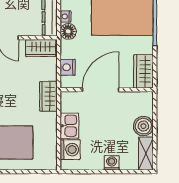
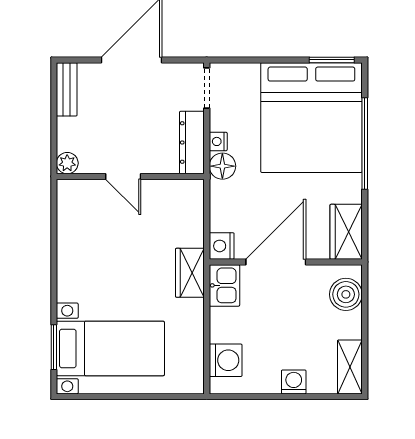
wardrobe: (41, 48) -> (177, 193), removed
nightstand: (68, 67) -> (222, 246), moved
kitchen sink: (69, 126) -> (224, 285), moved
boiler: (143, 126) -> (346, 294), moved

